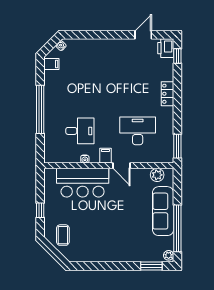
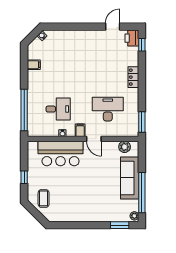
filing cabinet: (51, 64) -> (34, 65), moved
window: (40, 109) -> (24, 110), moved

